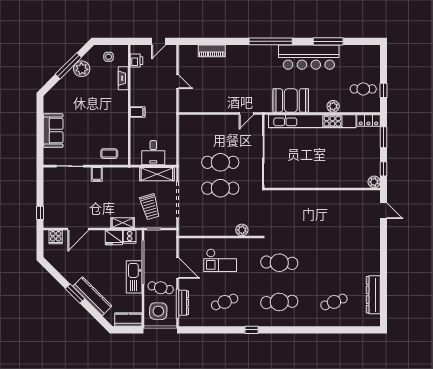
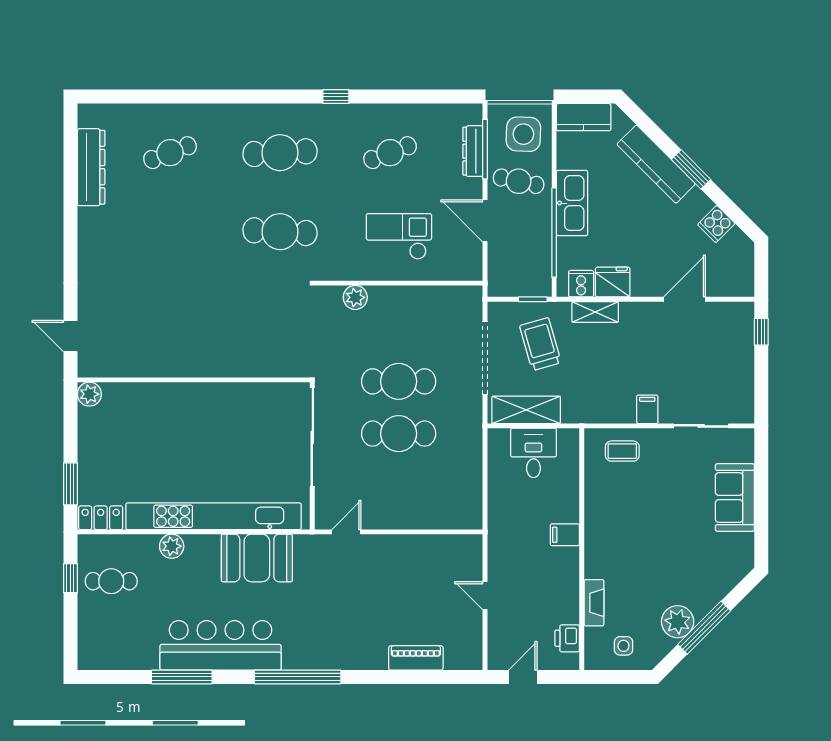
window: (383, 169) -> (70, 420), removed
cooker: (56, 237) -> (716, 224), moved, turned -135

